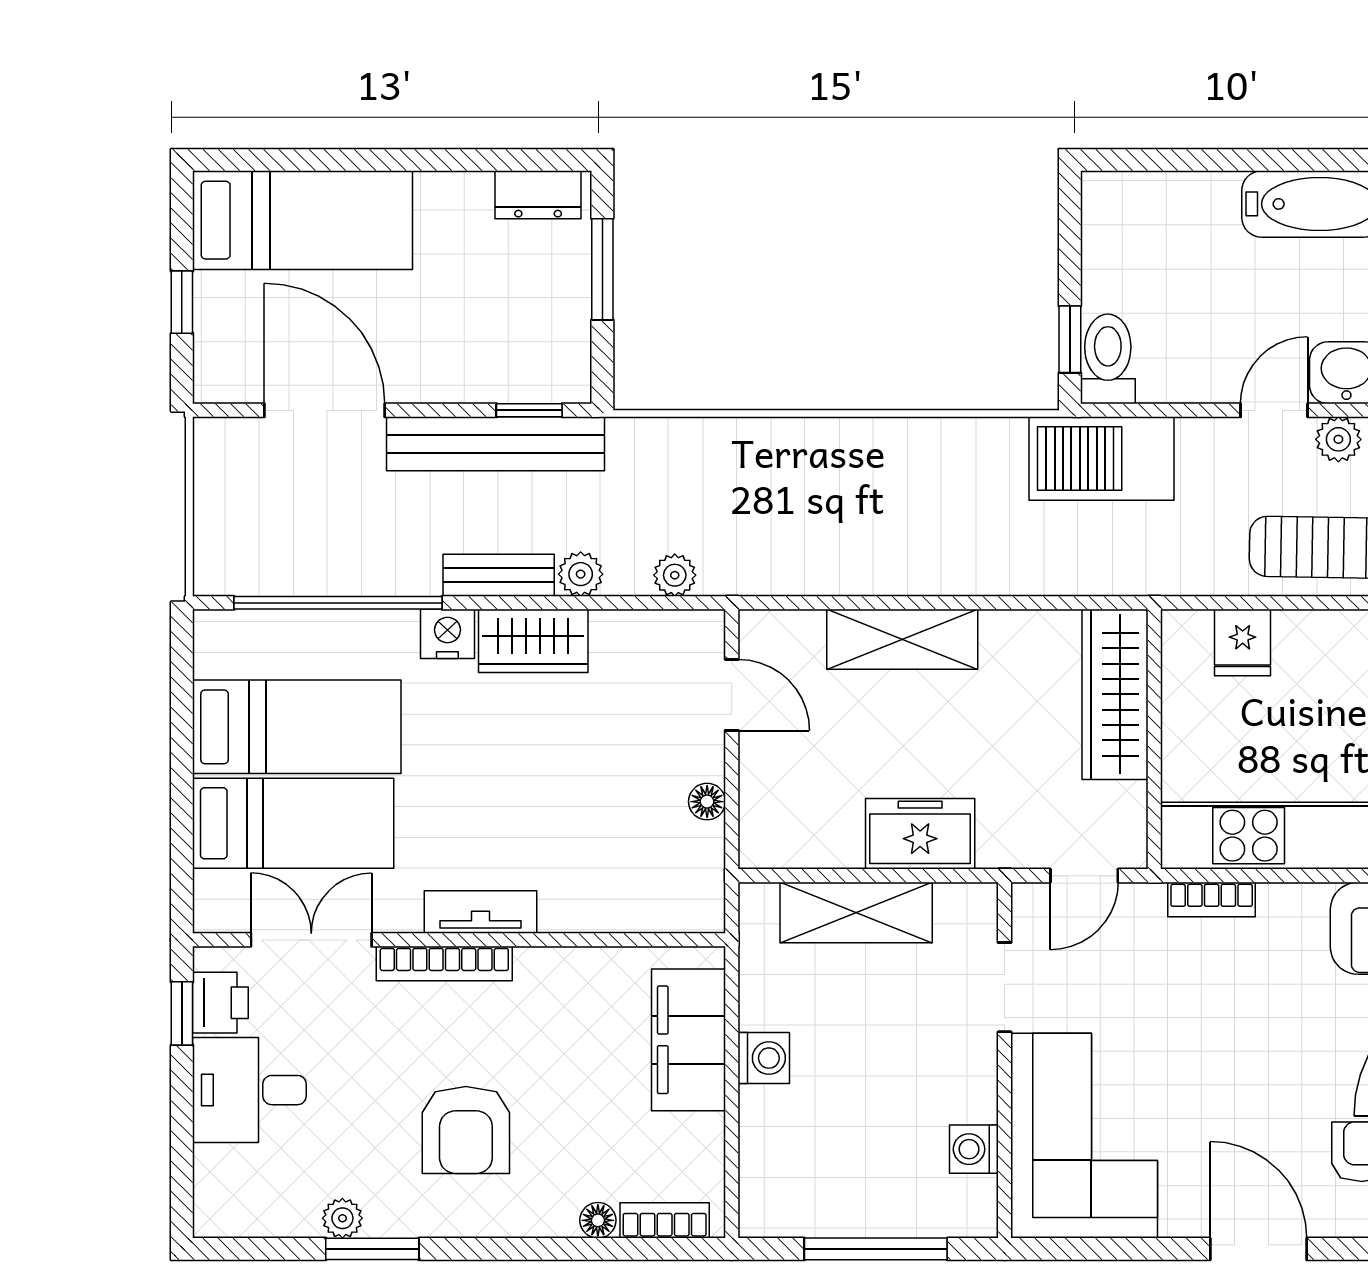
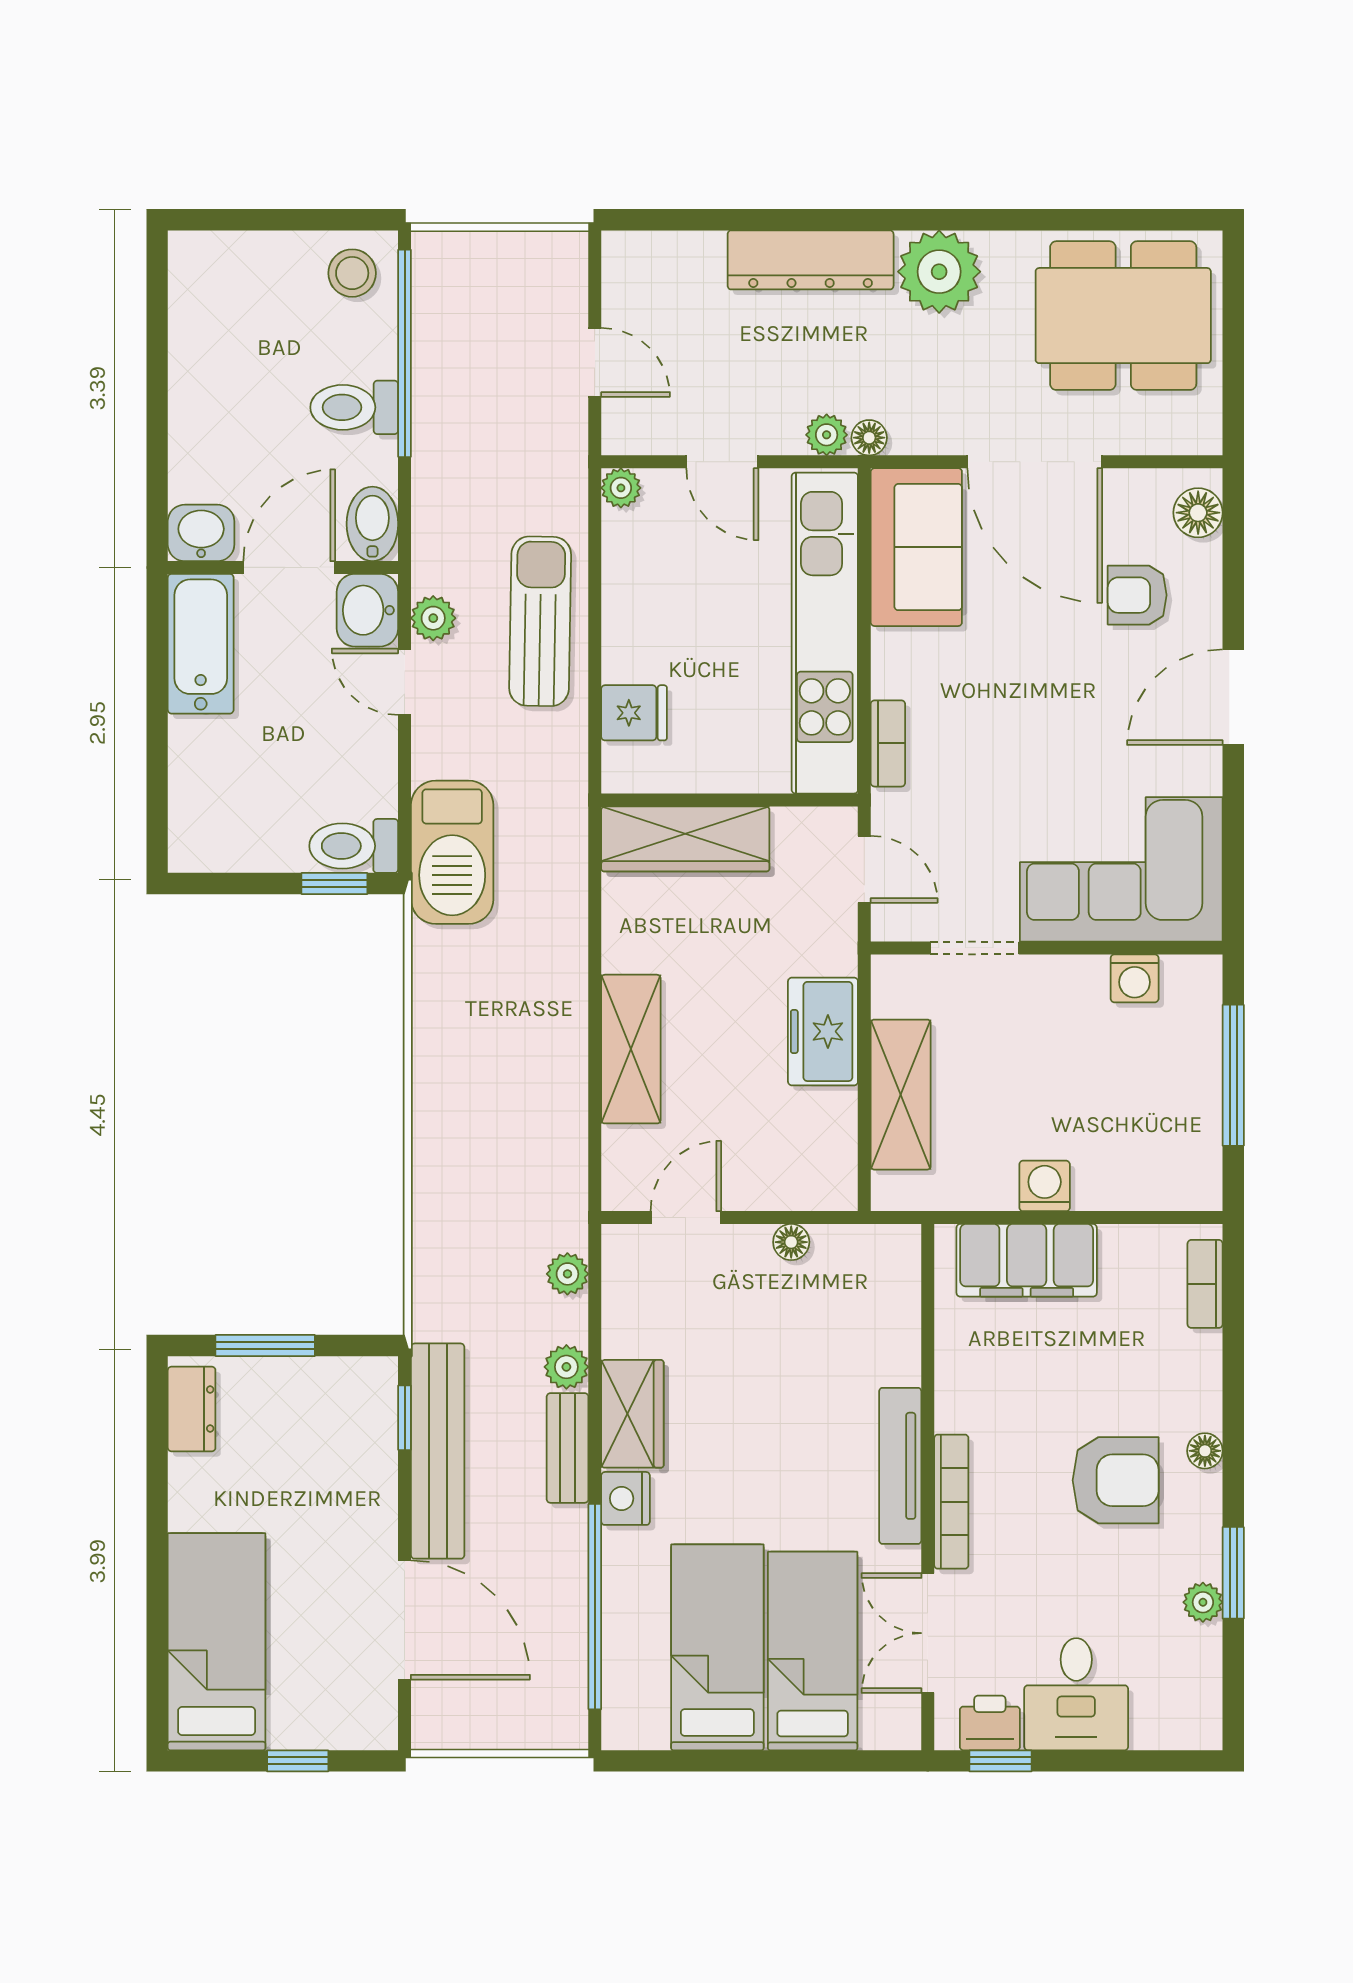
door: (325, 410) -> (405, 1620), swing flipped
tv unit: (480, 912) -> (900, 1466), width x1.41
floor lamp: (598, 1220) -> (1205, 1451), moved

